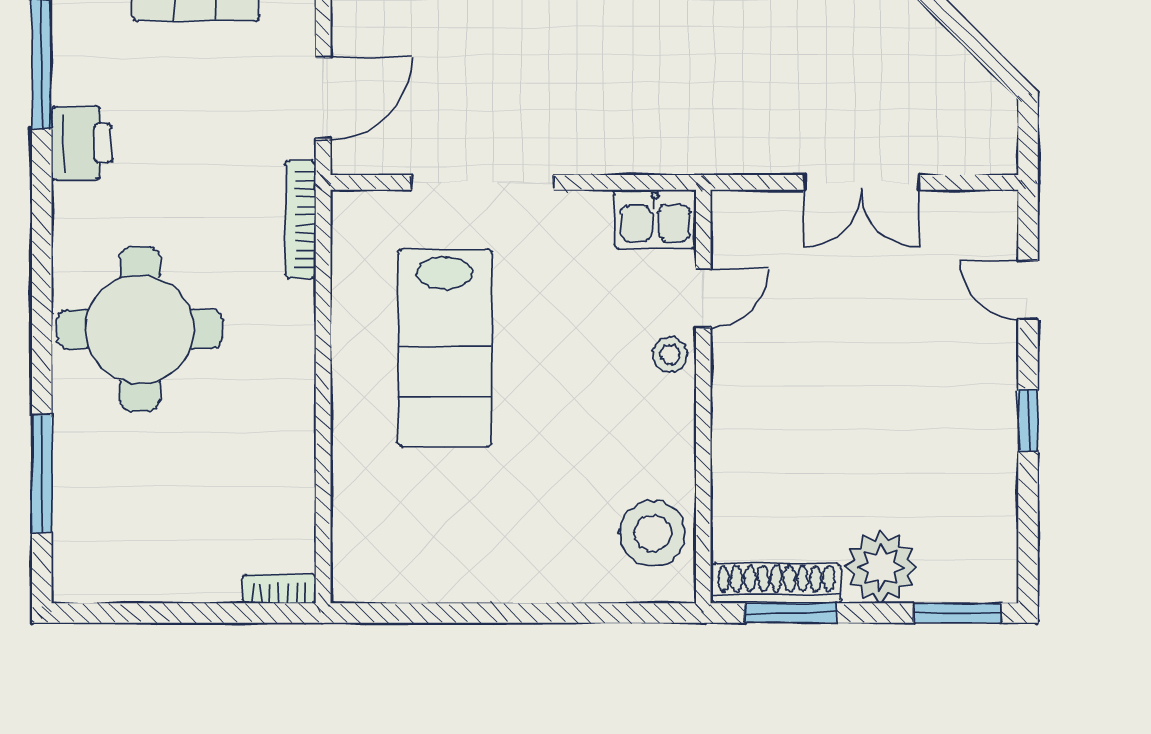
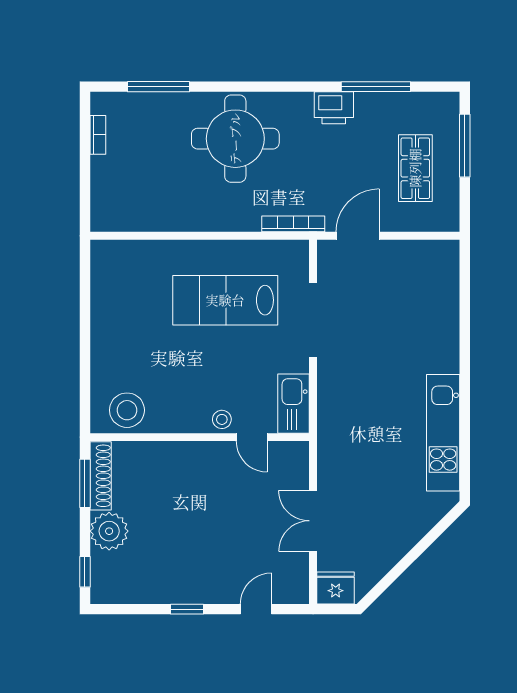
door: (323, 98) -> (358, 236), swing flipped
fridge: (988, 140) -> (336, 588), added
kitchen sink: (655, 219) -> (294, 404), width x1.38
bookcase: (279, 589) -> (98, 135), moved
window: (957, 613) -> (85, 572), width x0.67

